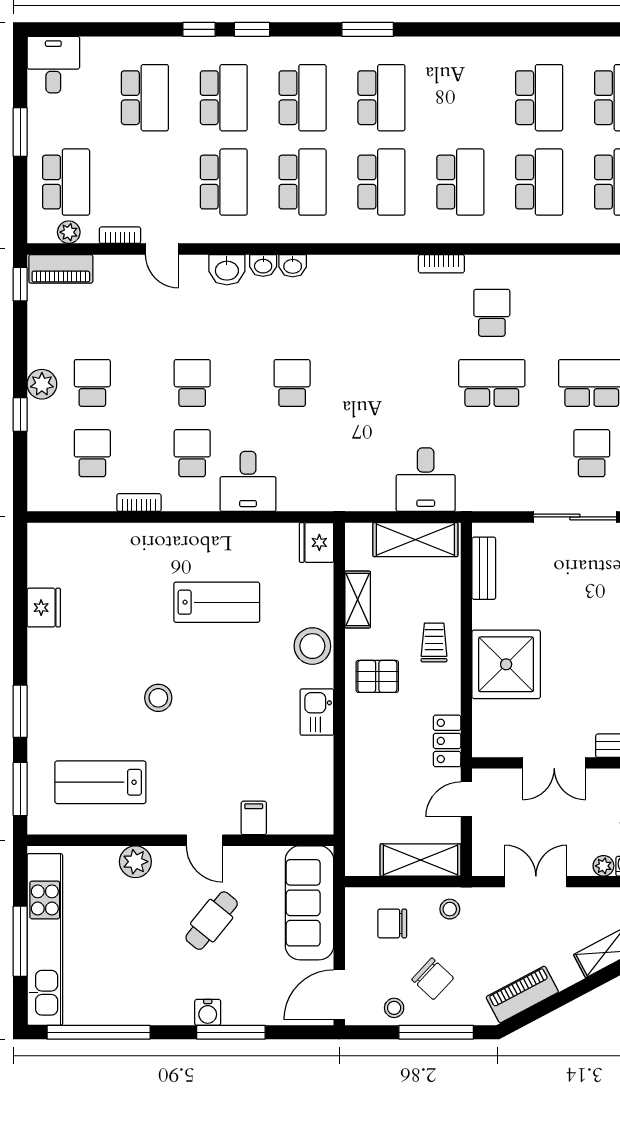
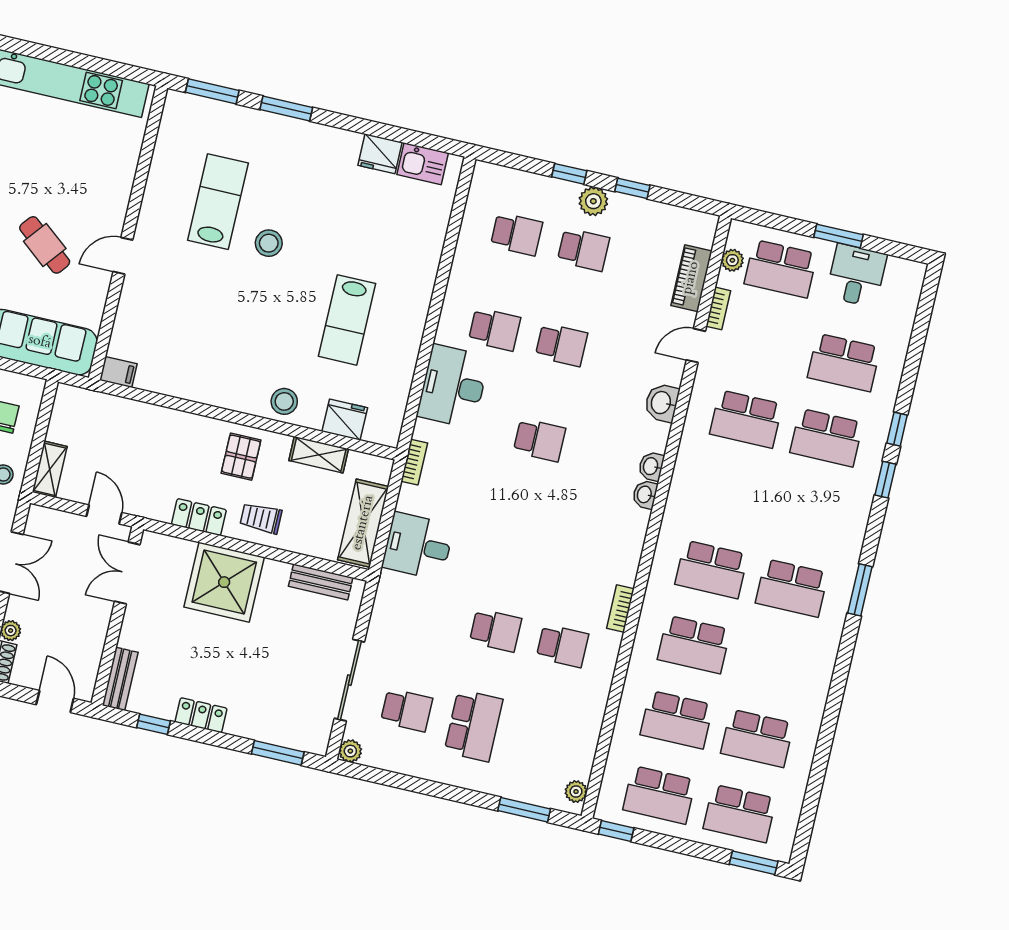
desk: (53, 65) -> (856, 275), moved, turned -90
school desk: (303, 98) -> (809, 513), removed
school desk: (303, 182) -> (729, 494), removed
washbasin: (263, 265) -> (645, 495), moved
piano: (61, 269) -> (691, 278), moved
window: (20, 284) -> (632, 188), moved
school desk: (492, 383) -> (495, 630), width x0.54
desk: (248, 481) -> (453, 386), width x1.37
bookcase: (139, 503) -> (414, 462), moved
fridge: (317, 542) -> (345, 420), moved
trolley: (434, 642) -> (261, 518), turned 180
stool: (312, 646) -> (284, 401), width x0.73, depth x0.73
kitchen sink: (317, 712) -> (423, 164), moved, turned 180
locker: (447, 741) -> (199, 517), moved
double door: (554, 763) -> (127, 573), moved
lab bench: (100, 782) -> (218, 202), moved
filing cabinet: (254, 818) -> (118, 372), moved
shelving: (420, 860) -> (50, 469), width x0.67, depth x0.75
plant: (135, 862) -> (118, 185), removed
window: (20, 941) -> (67, 58), removed

